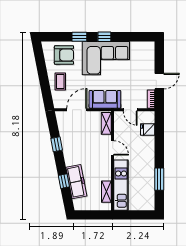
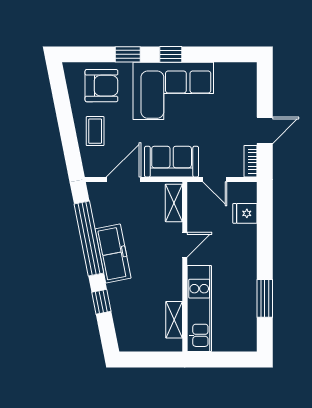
window: (57, 144) -> (89, 239), width x3.17
door: (113, 148) -> (185, 245), hinge flipped
freezer: (76, 182) -> (113, 254), moved

